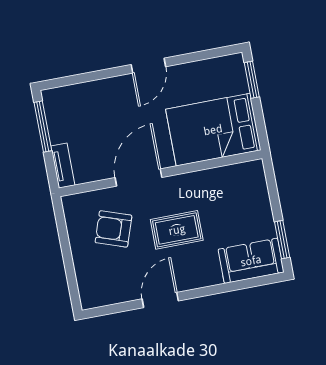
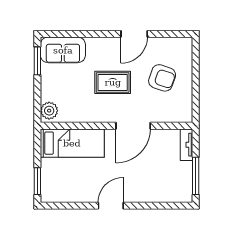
bed: (213, 130) -> (72, 143), width x0.67
plant: (254, 176) -> (49, 111), added
armchair: (113, 229) -> (162, 78), moved

